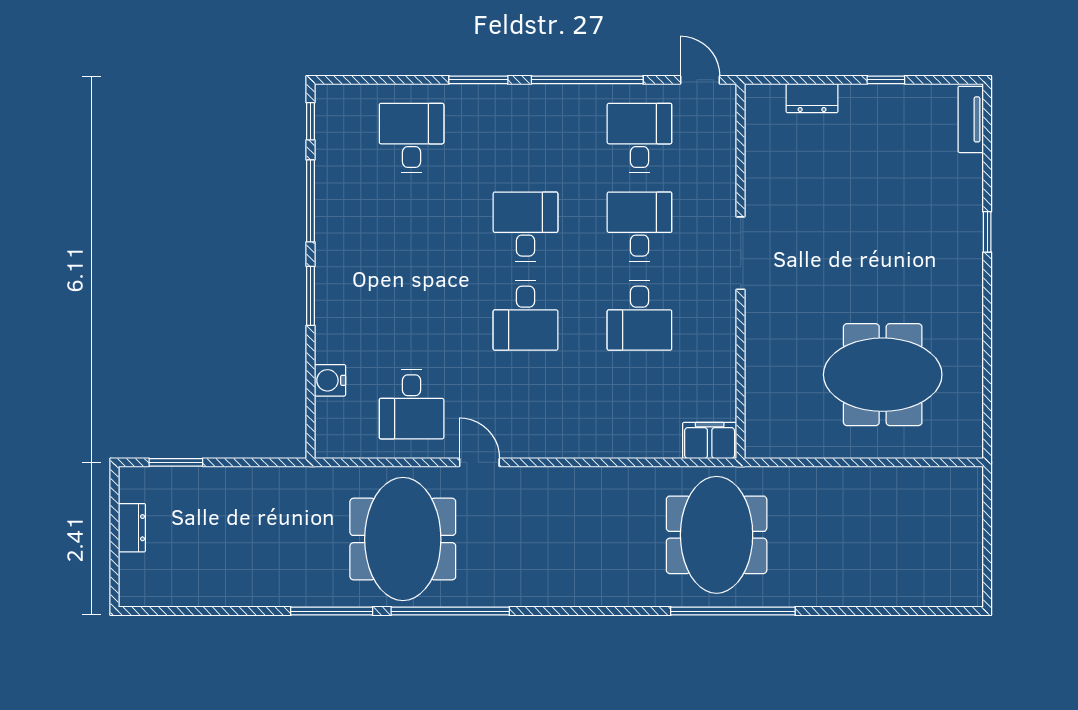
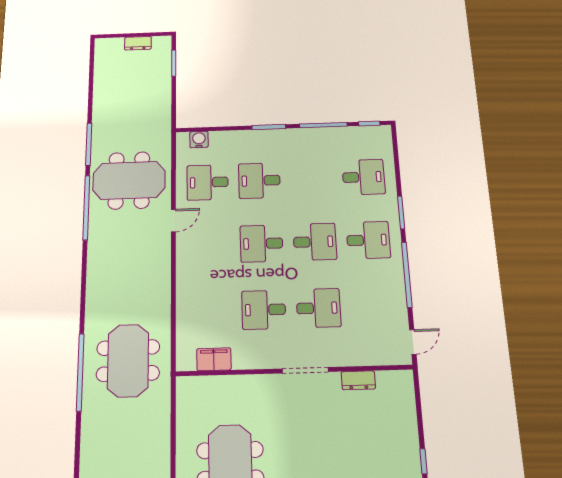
dresser: (812, 98) -> (358, 380), moved, turned -90
desk: (639, 138) -> (368, 240), moved
desk: (412, 315) -> (259, 181), added
water cooler: (330, 380) -> (199, 140), moved
filing cabinet: (710, 441) -> (214, 359), moved, turned -90
meeting table: (717, 535) -> (128, 360), turned 90

